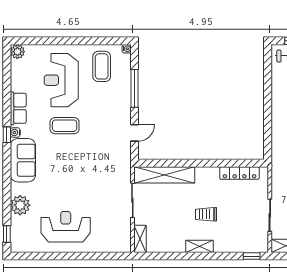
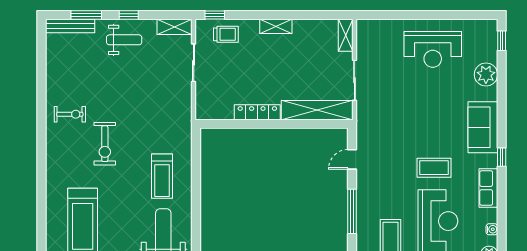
water cooler: (15, 132) -> (492, 229), moved
locker: (240, 173) -> (257, 112), moved
trolley: (206, 214) -> (226, 34), moved

